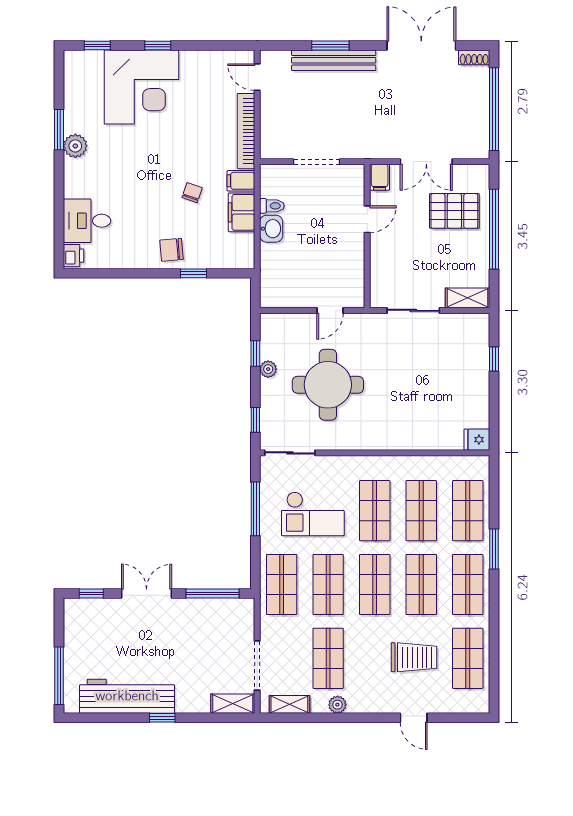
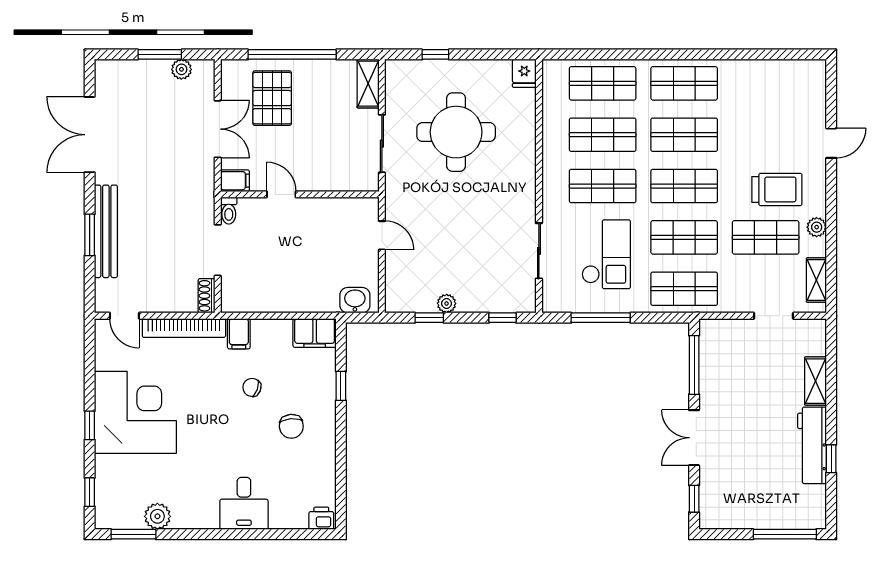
shoe rack: (474, 57) -> (206, 296), moved, turned 180
door: (257, 77) -> (124, 316), hinge flipped
corner desk: (141, 87) -> (135, 412), moved
window: (494, 109) -> (160, 54), width x0.47
plant: (480, 129) -> (181, 69), added
window: (59, 130) -> (134, 534), moved
plant: (75, 146) -> (157, 516), moved
toilet: (272, 206) -> (229, 211), moved, turned 180
filing cabinet: (241, 212) -> (315, 333), moved
desk: (87, 221) -> (244, 503), moved
washbasin: (271, 229) -> (355, 300), moved
chair: (172, 250) -> (291, 426), moved
round table: (328, 385) -> (456, 132), moved
sliding door: (290, 453) -> (539, 251), moved
window: (494, 549) -> (645, 54), removed
trolley: (414, 657) -> (777, 189), moved, turned 90
shop shelf: (468, 658) -> (766, 83), removed
doorway: (257, 666) -> (774, 316), width x0.73
workbench: (127, 696) -> (812, 445), width x0.73, depth x0.76
shelving: (233, 704) -> (816, 381), moved
window: (162, 718) -> (831, 459), moved

